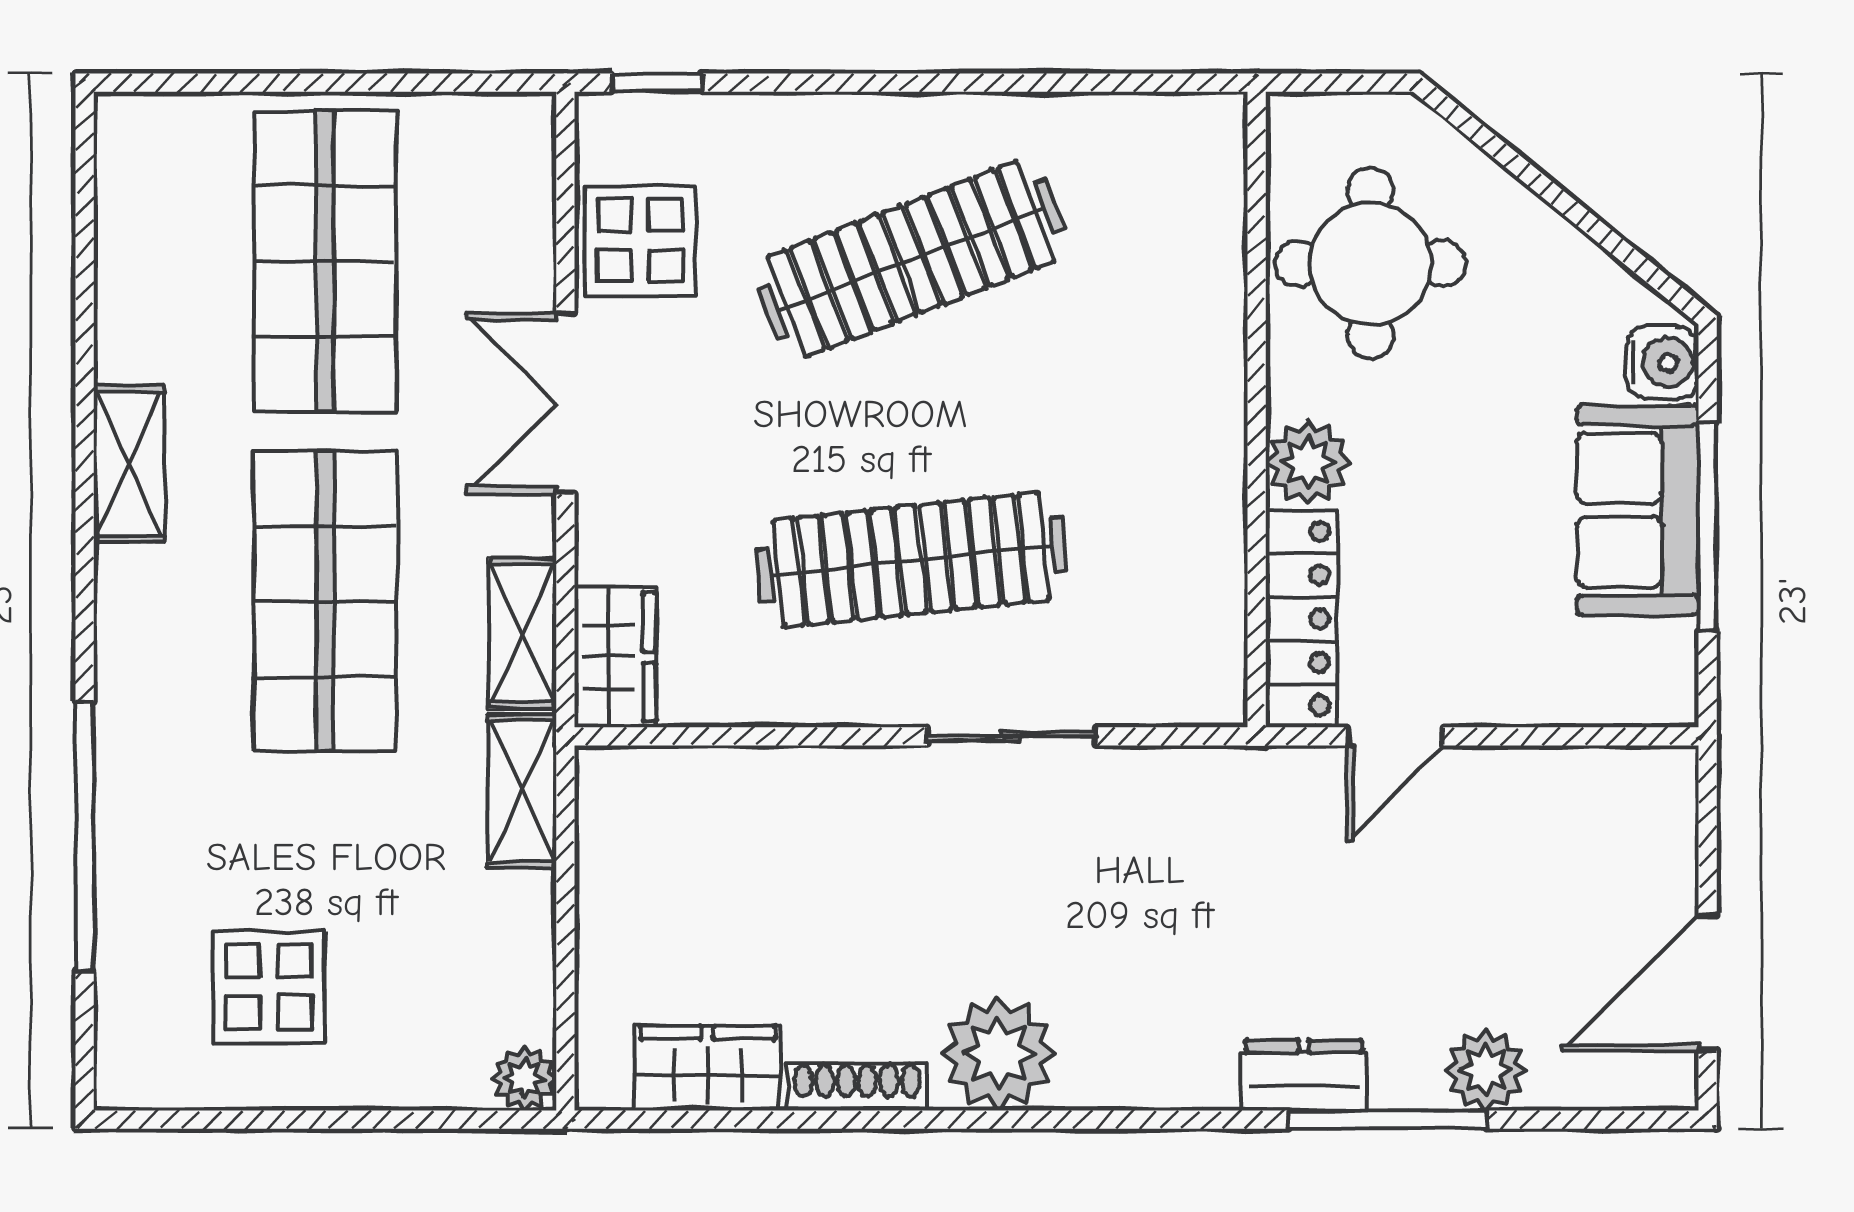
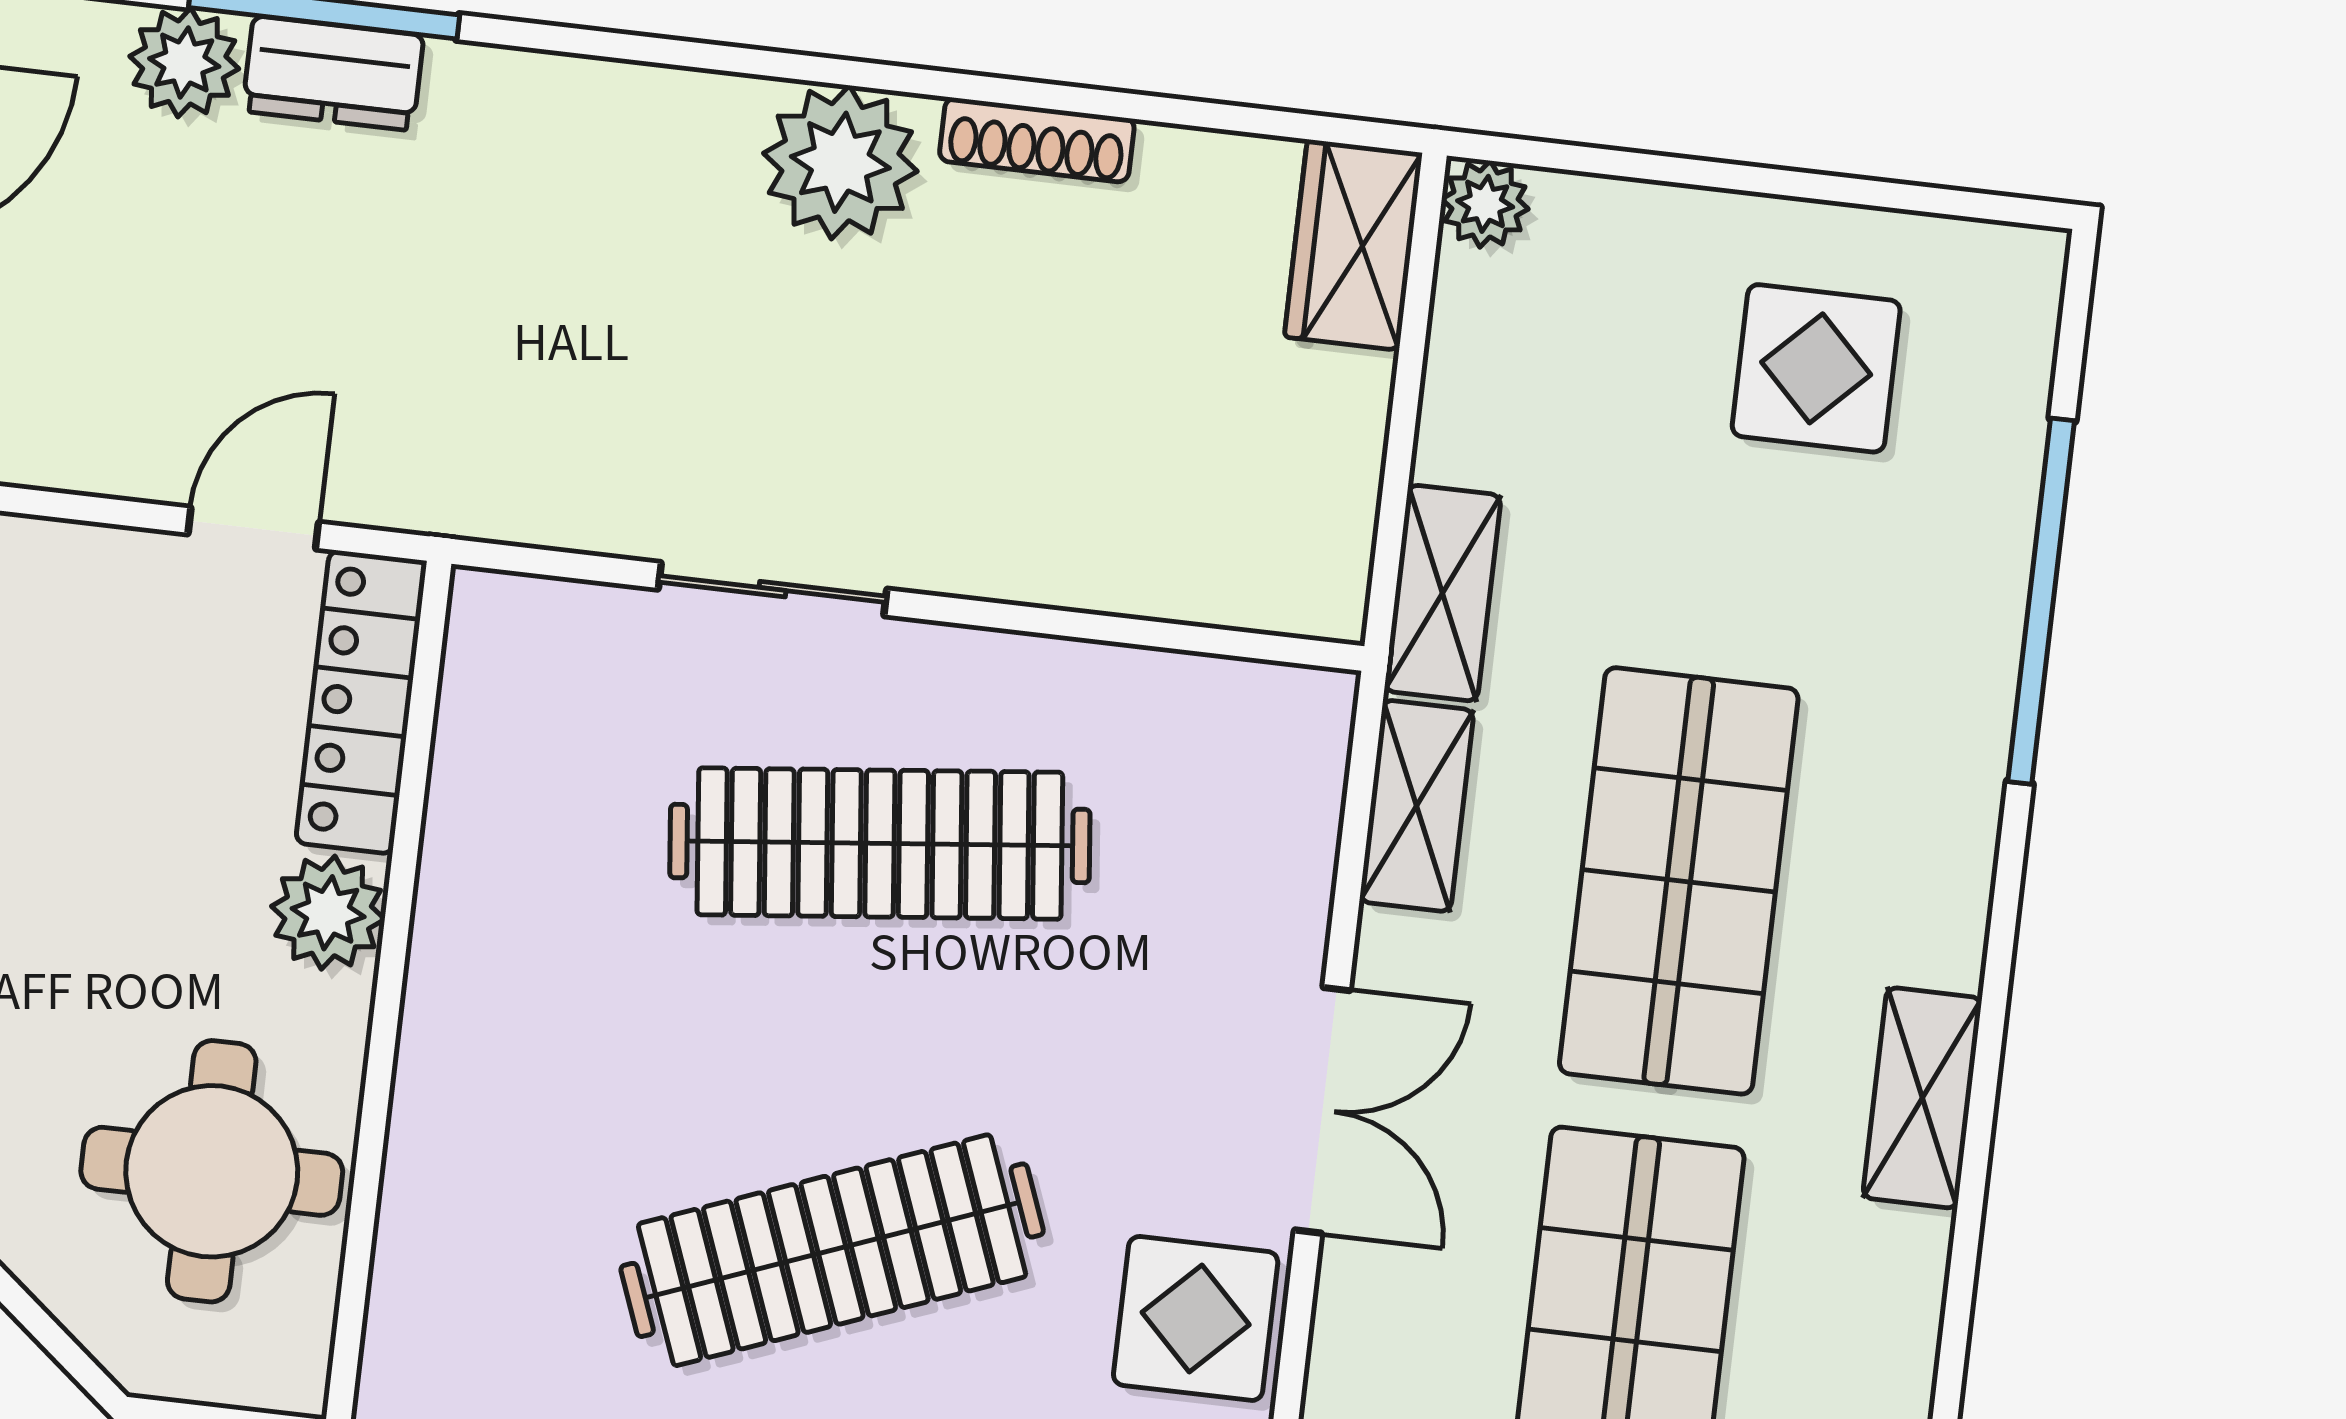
wardrobe: (615, 657) -> (1295, 759), removed
wardrobe: (708, 1068) -> (1353, 245), moved, turned 90
dresser: (1304, 1075) -> (333, 73), moved

